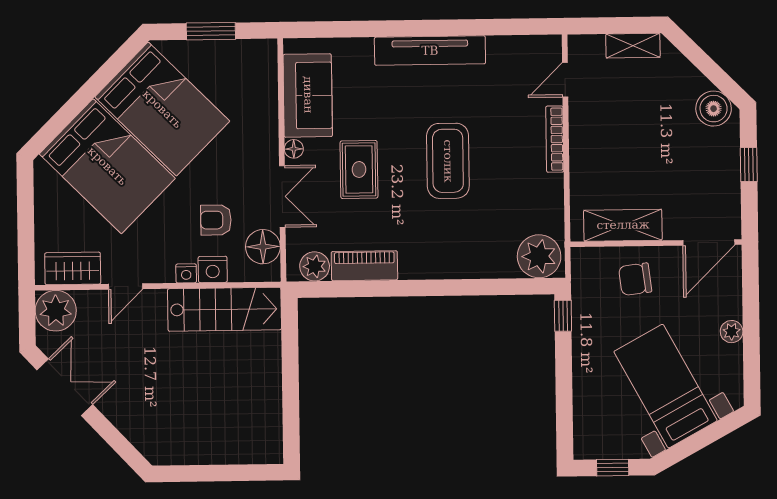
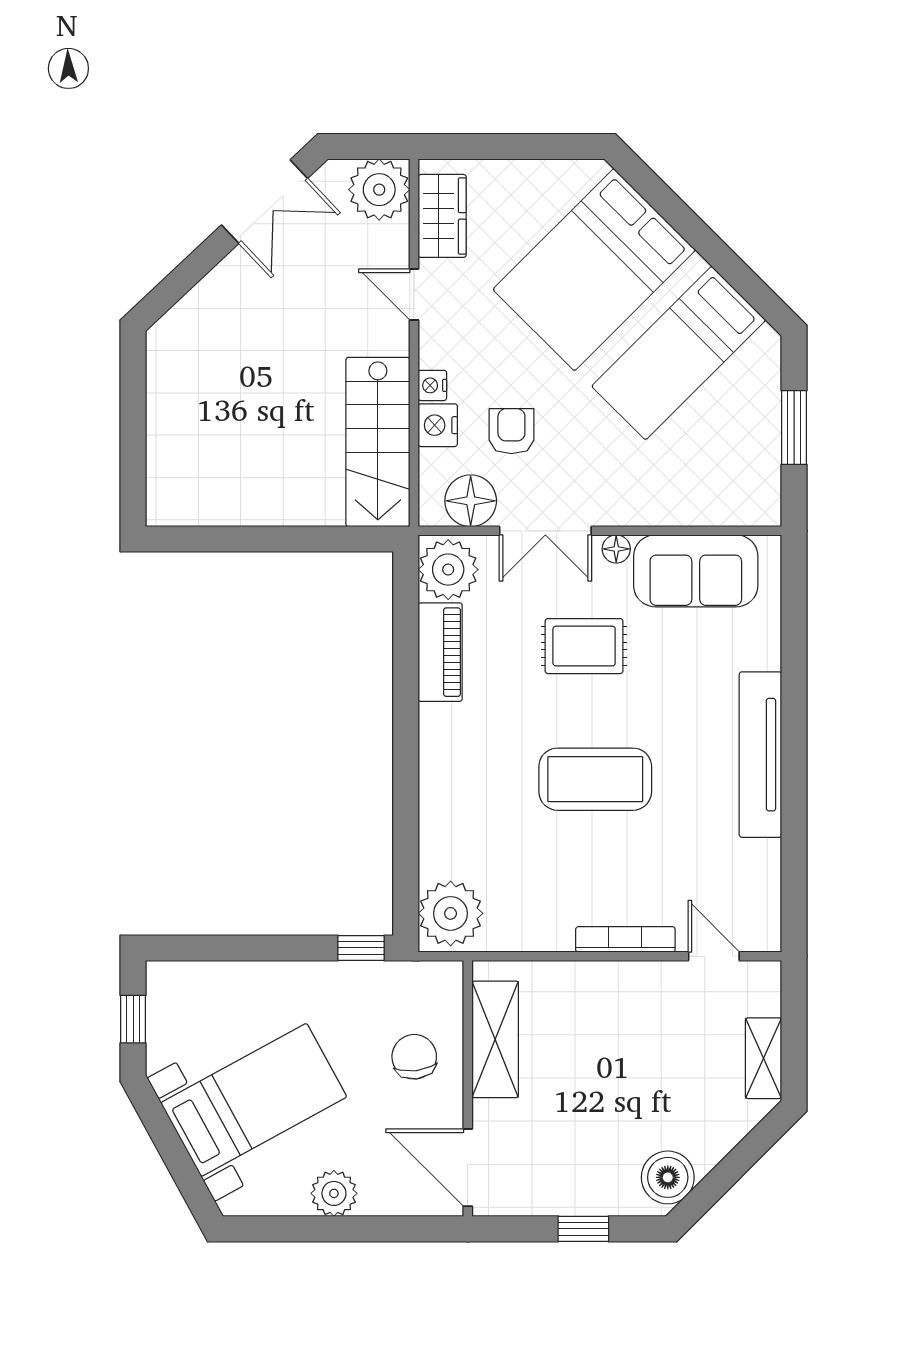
bed: (162, 109) -> (679, 353), width x0.67
plant: (315, 266) -> (448, 570), width x1.36, depth x1.36
plant: (732, 332) -> (334, 1193), width x1.38, depth x1.38

